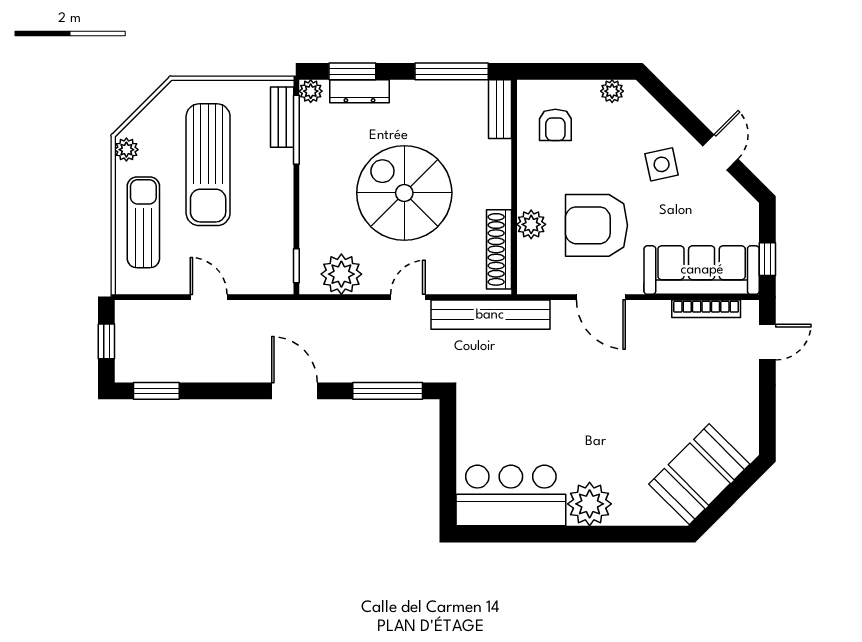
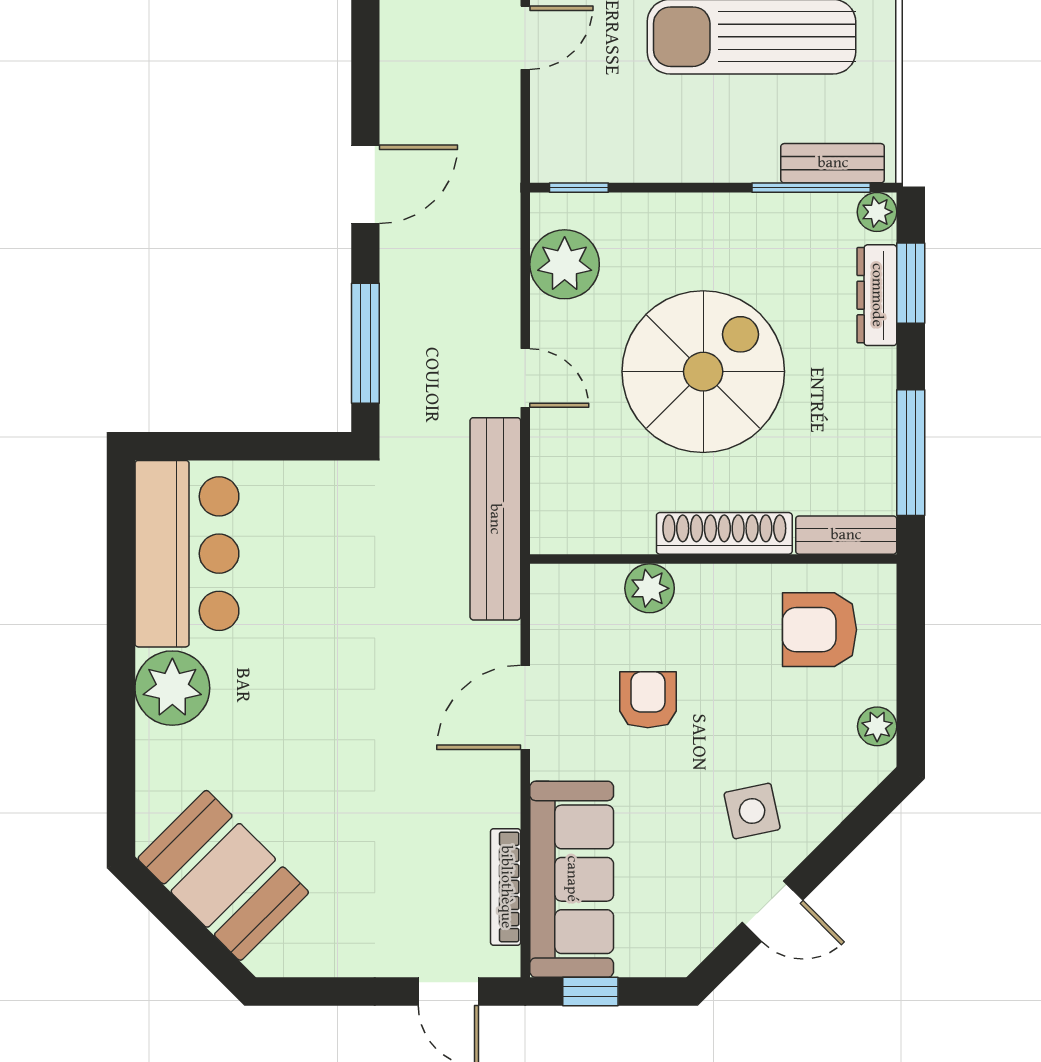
armchair: (555, 125) -> (820, 630), width x1.38, depth x1.38
armchair: (596, 225) -> (648, 700), width x0.53, depth x0.53
shoe rack: (499, 249) -> (724, 533), moved

